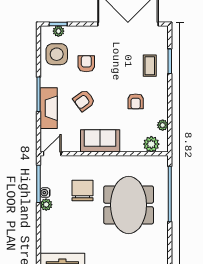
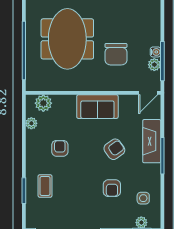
side table: (57, 54) -> (143, 198), width x0.54, depth x0.54
plant: (46, 205) -> (154, 65), moved

